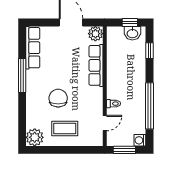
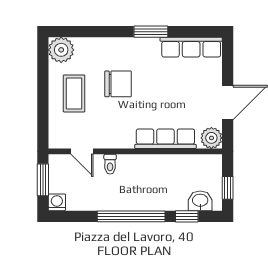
washbasin: (132, 33) -> (200, 201), moved, turned 90
window: (22, 75) -> (151, 32), width x0.69
window: (149, 106) -> (131, 216), moved

